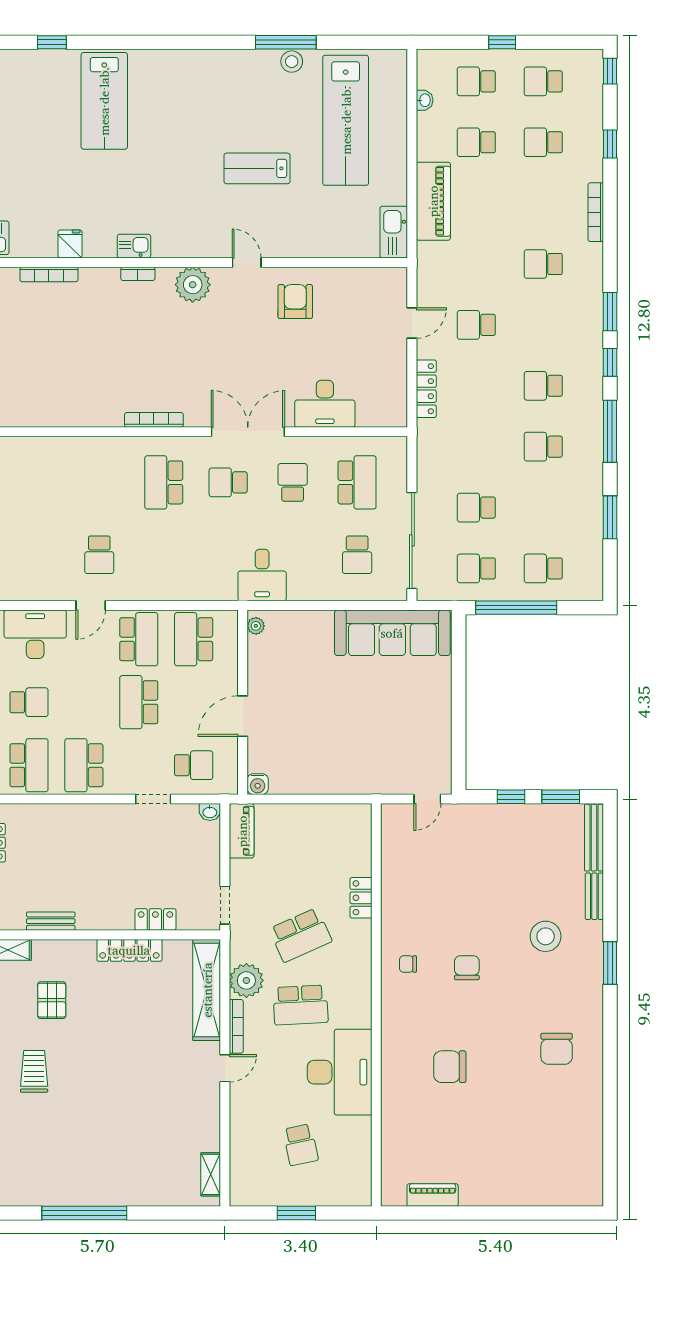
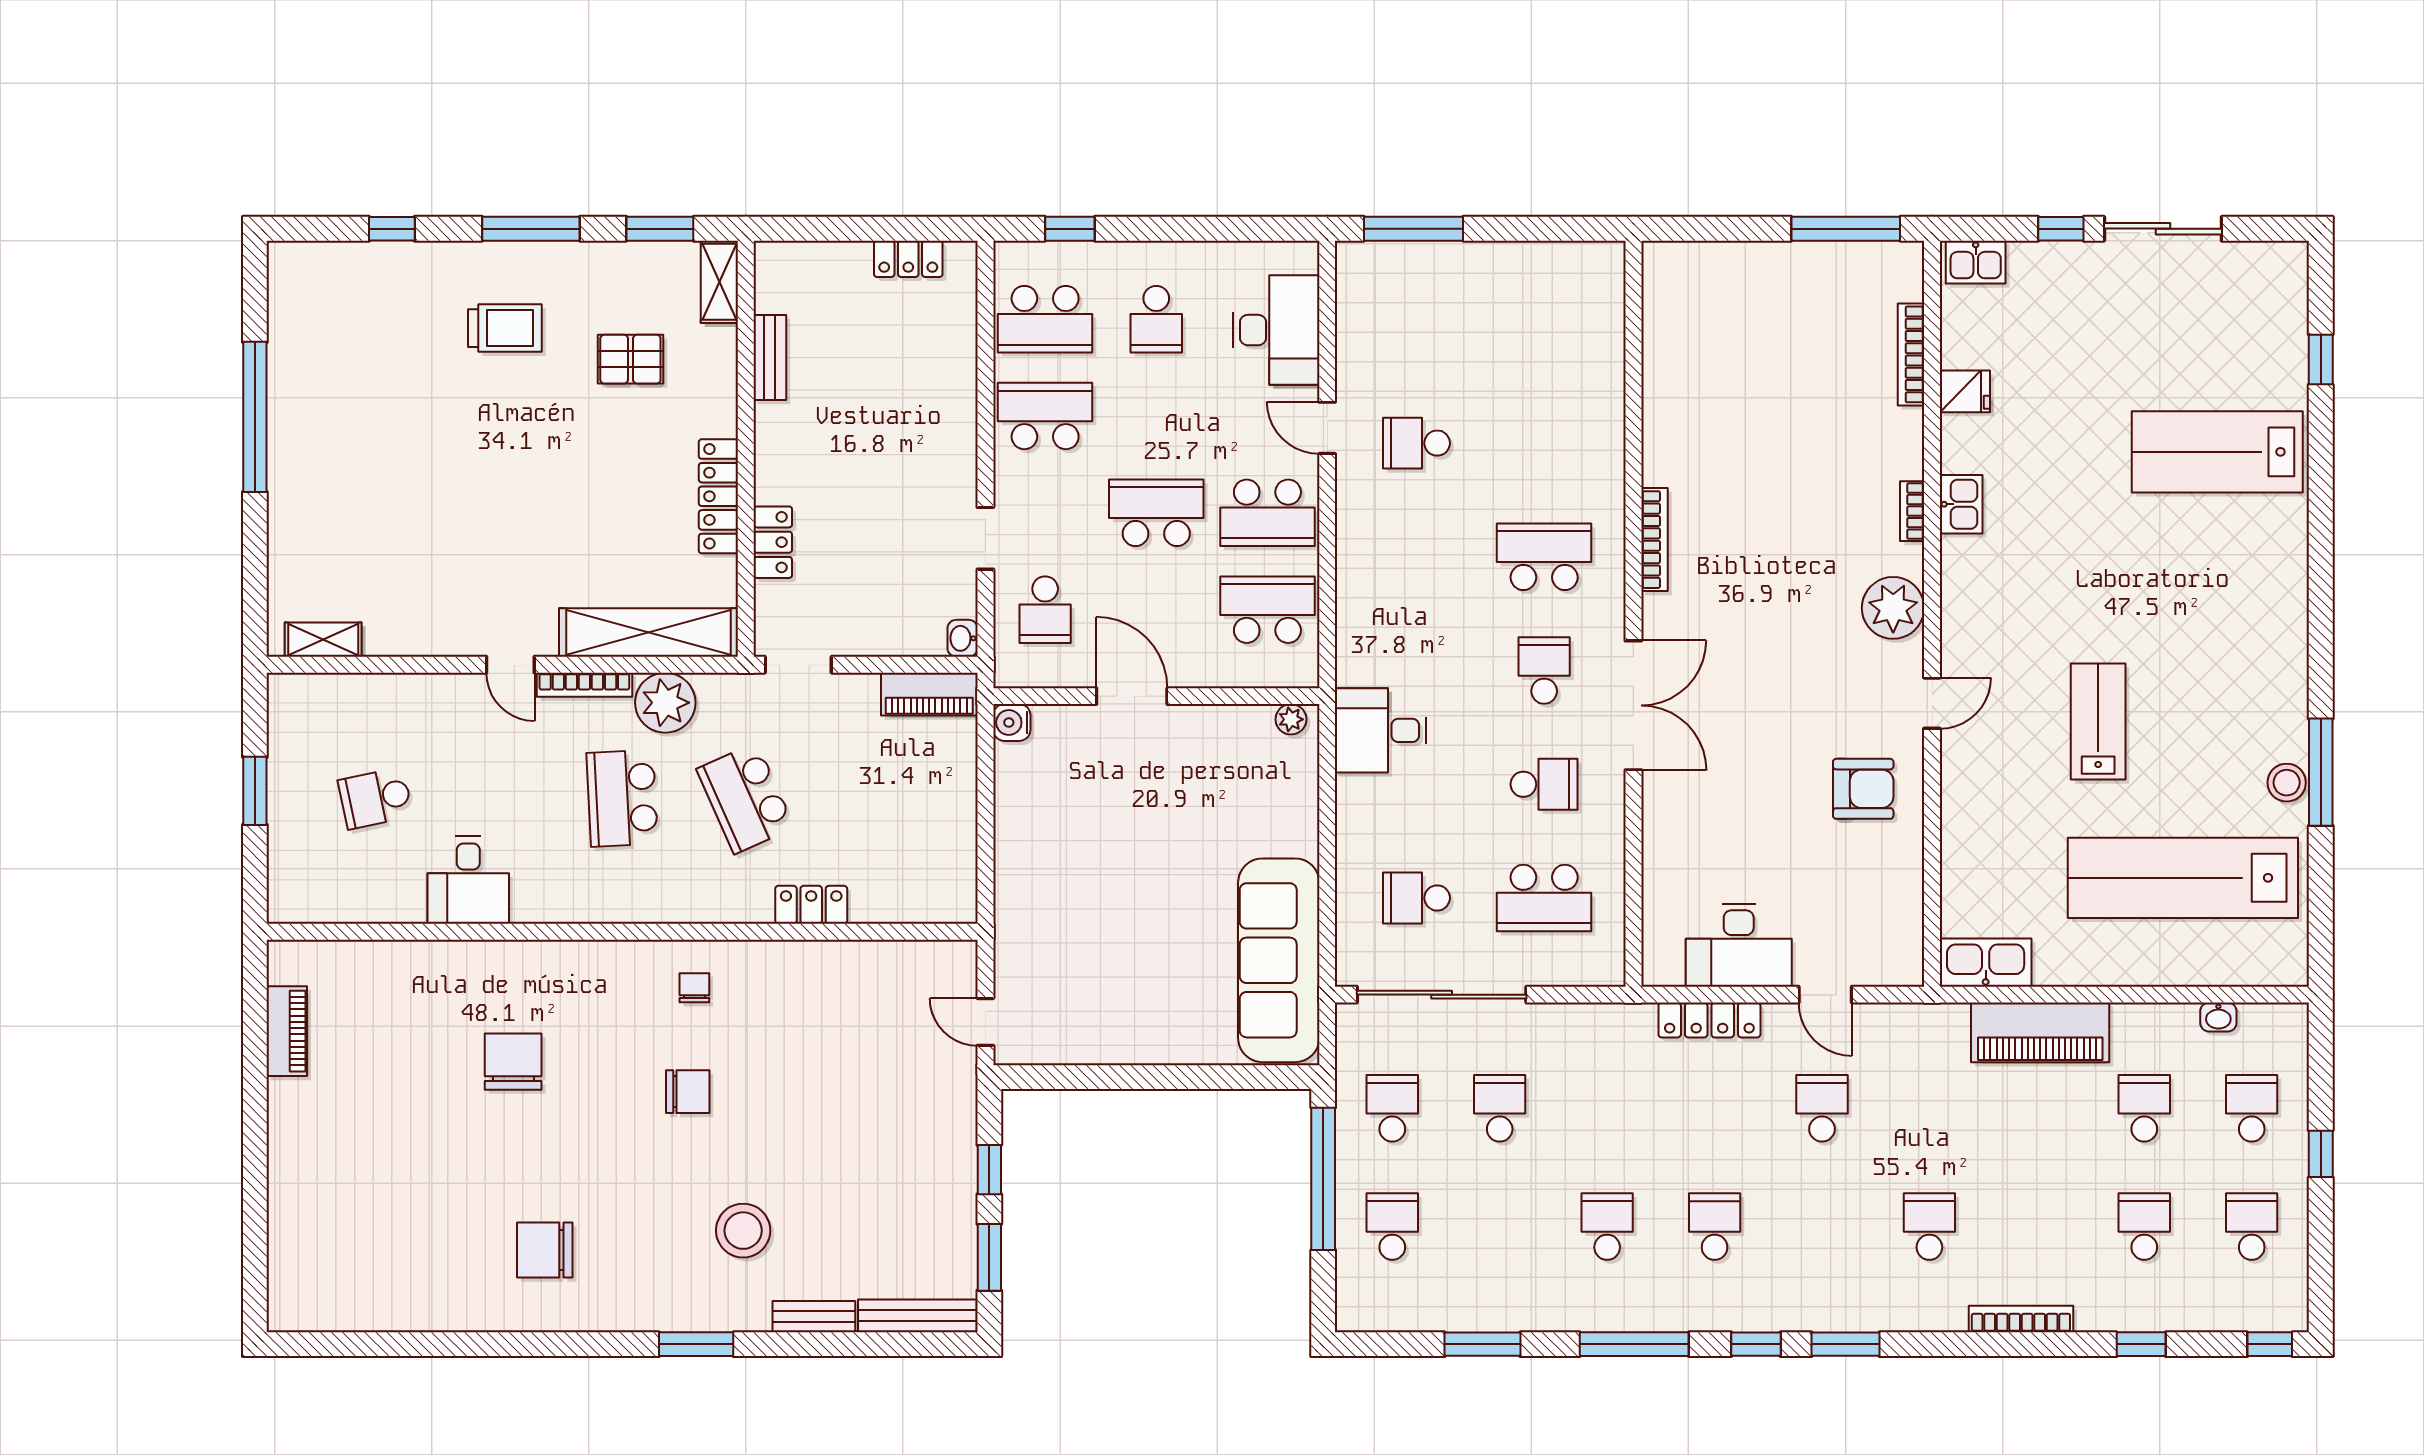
desk: (325, 404) -> (1739, 945), moved, turned -90
desk: (340, 1072) -> (468, 880), width x0.53, depth x0.77

